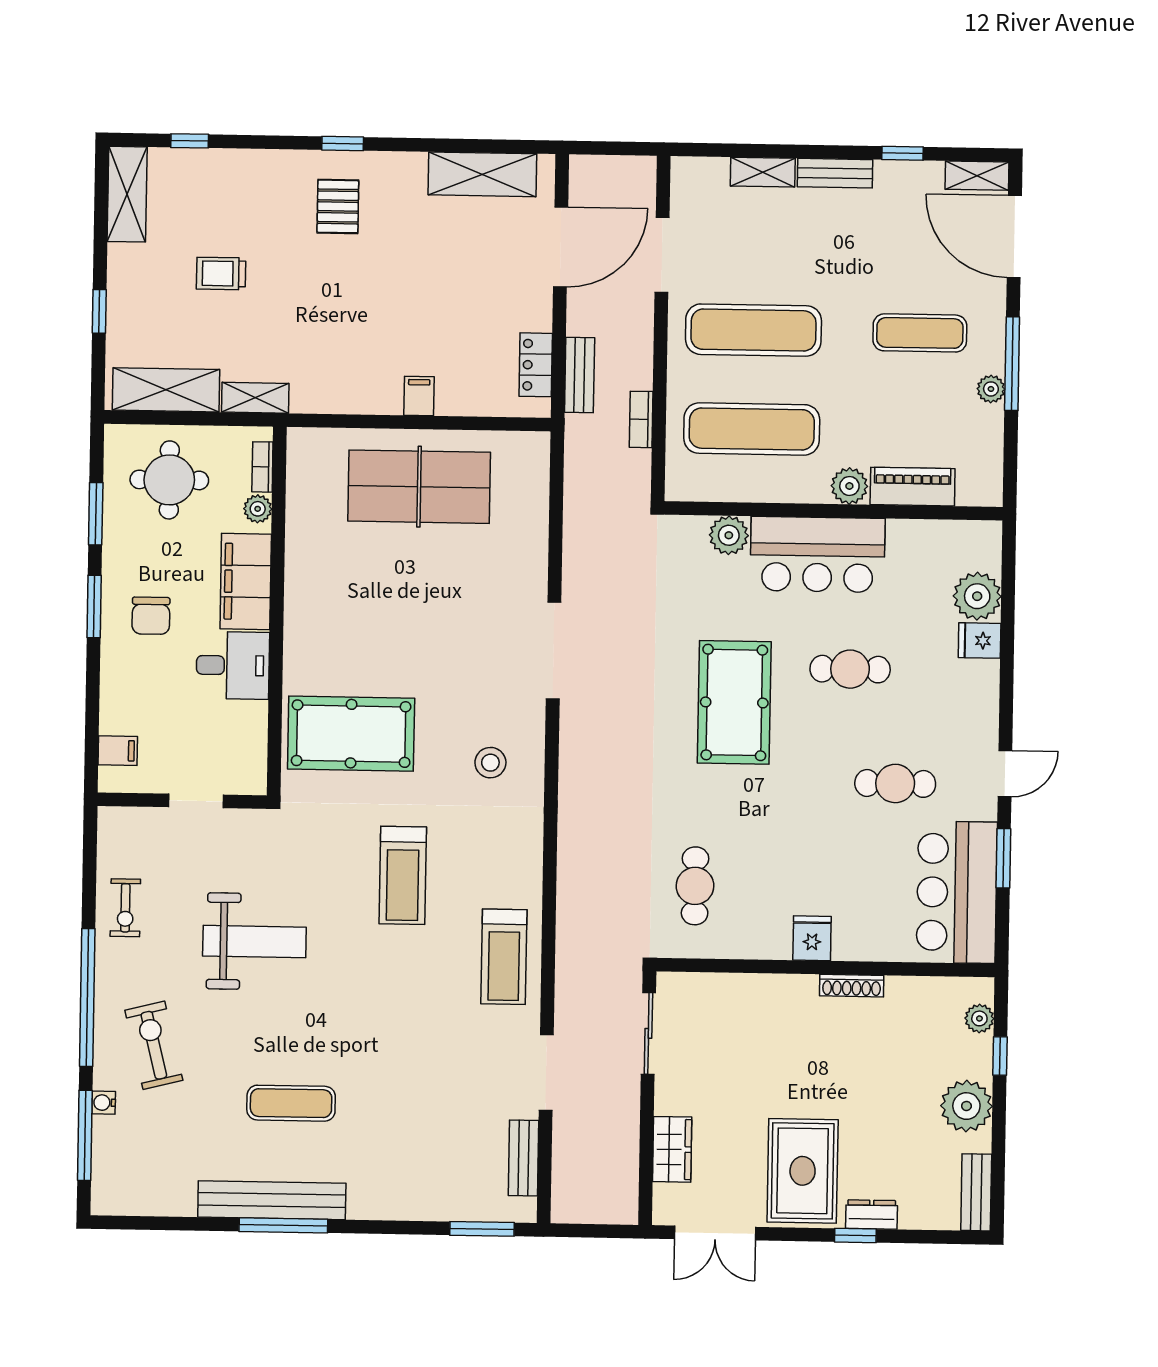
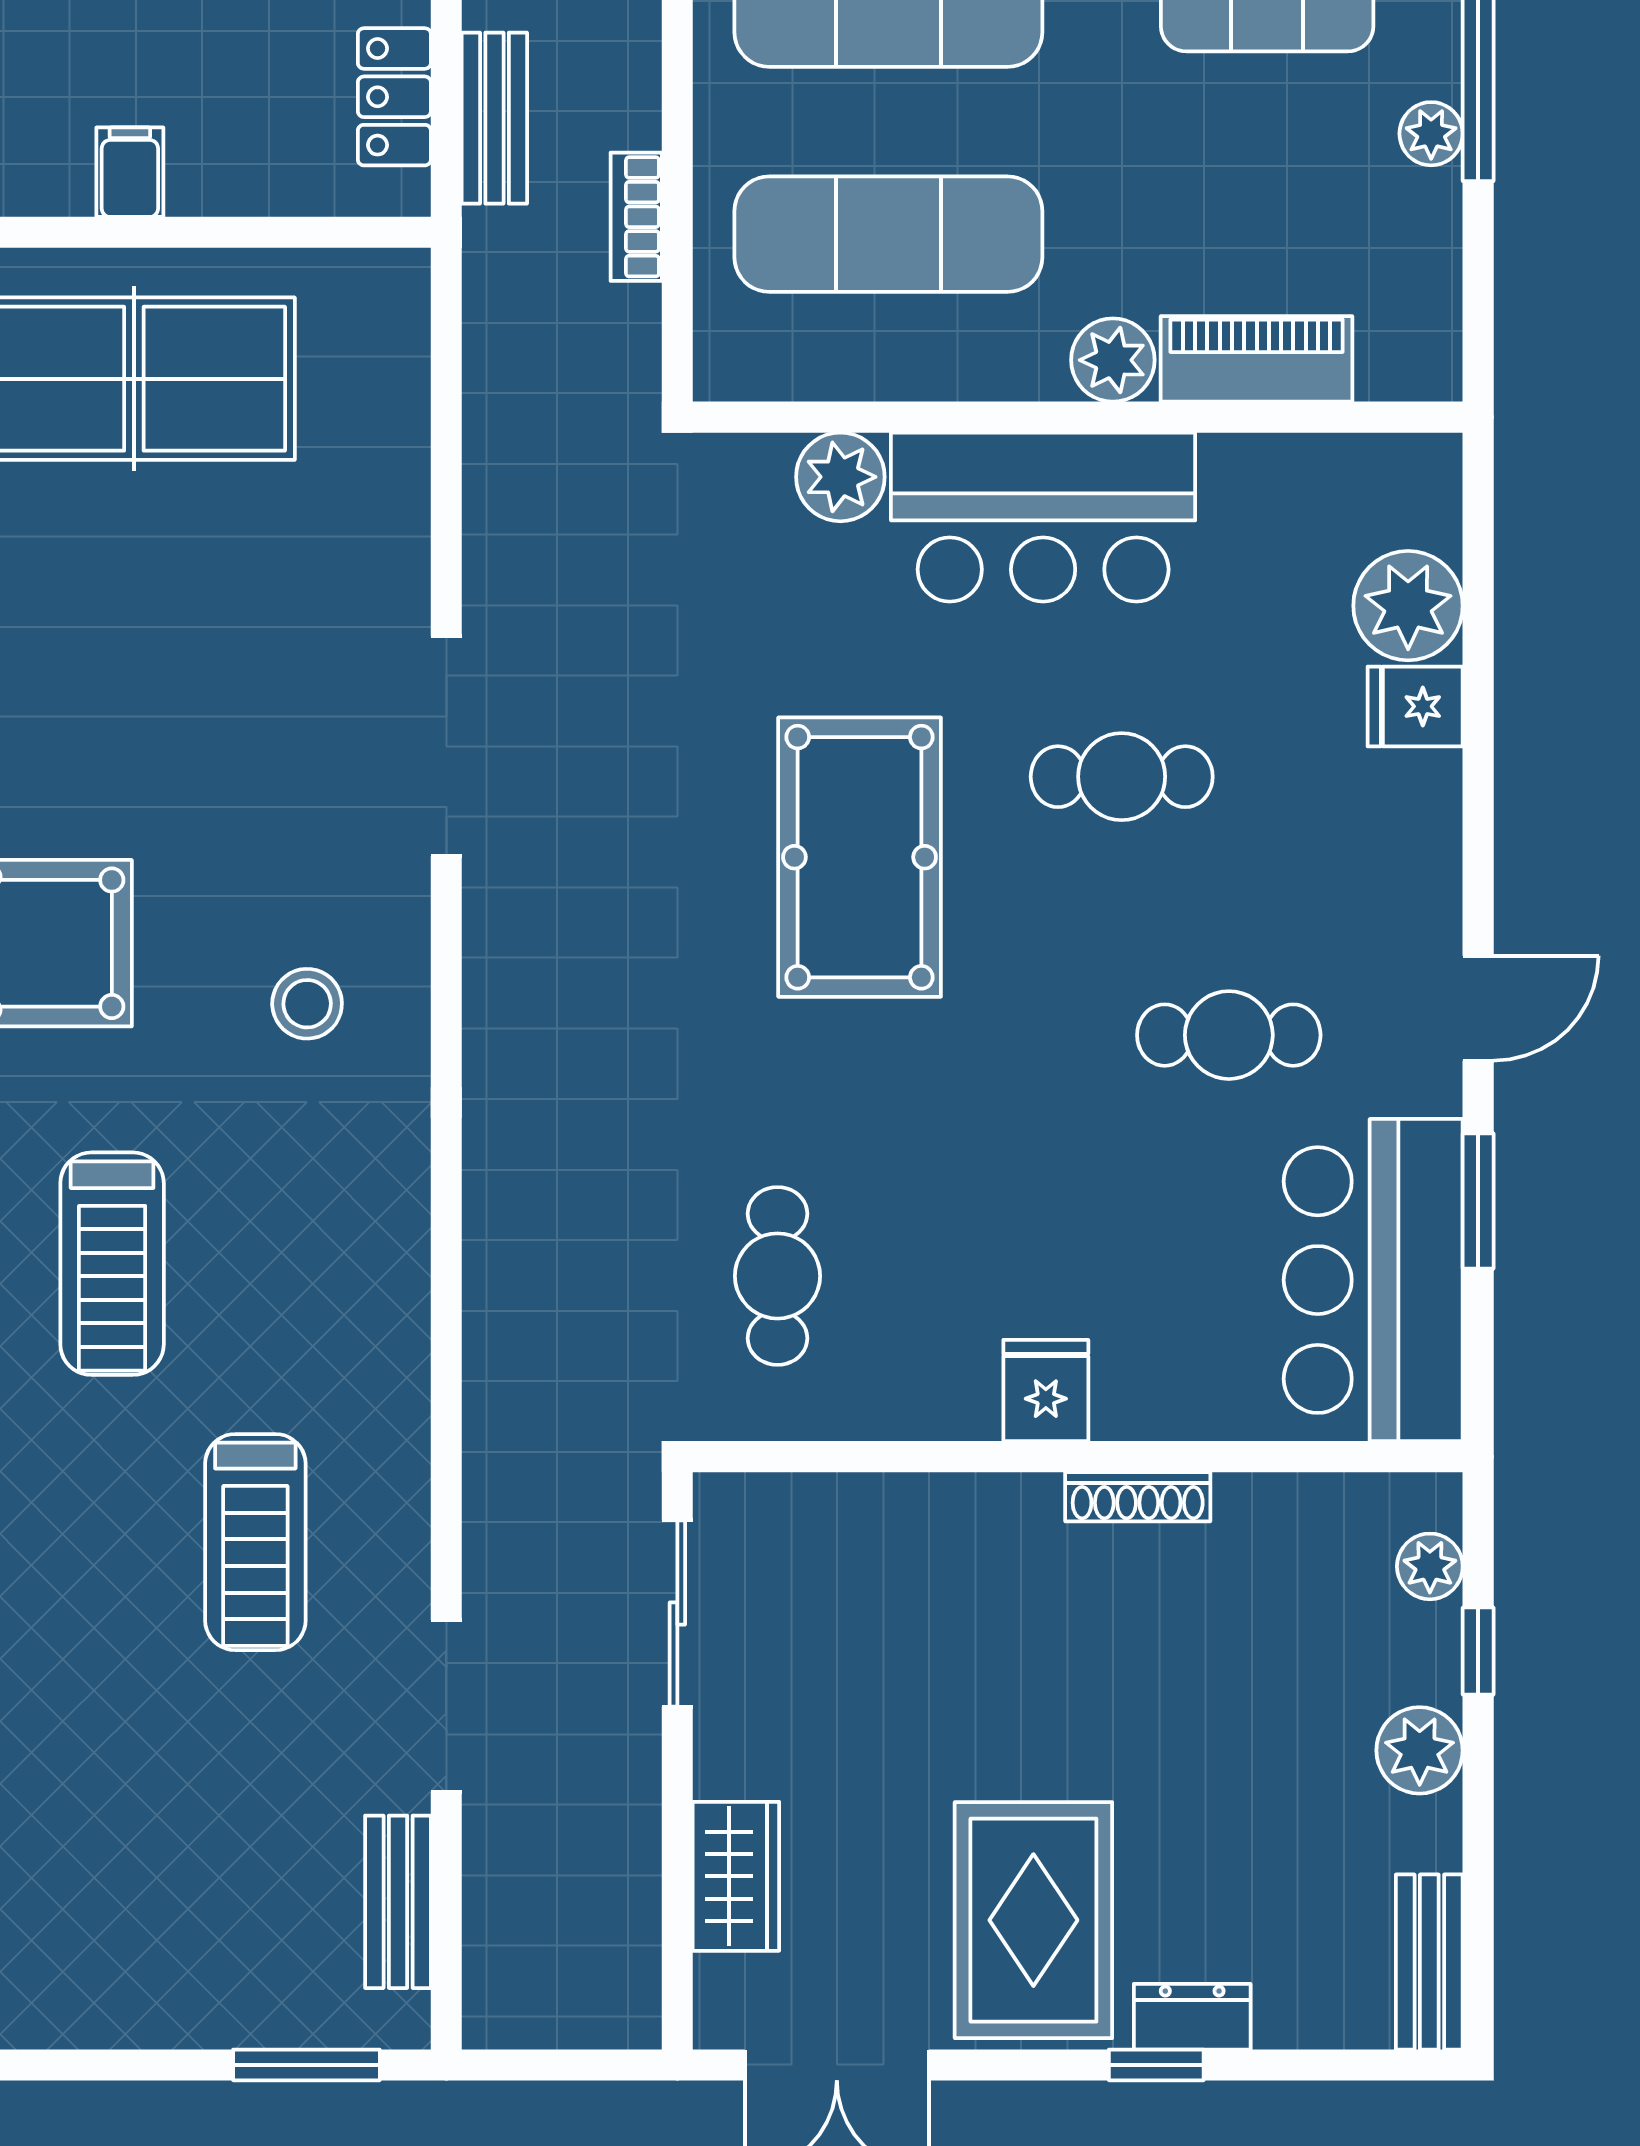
treadmill: (504, 957) -> (255, 1542), moved
plant: (966, 1106) -> (1420, 1750), width x0.73, depth x0.73

